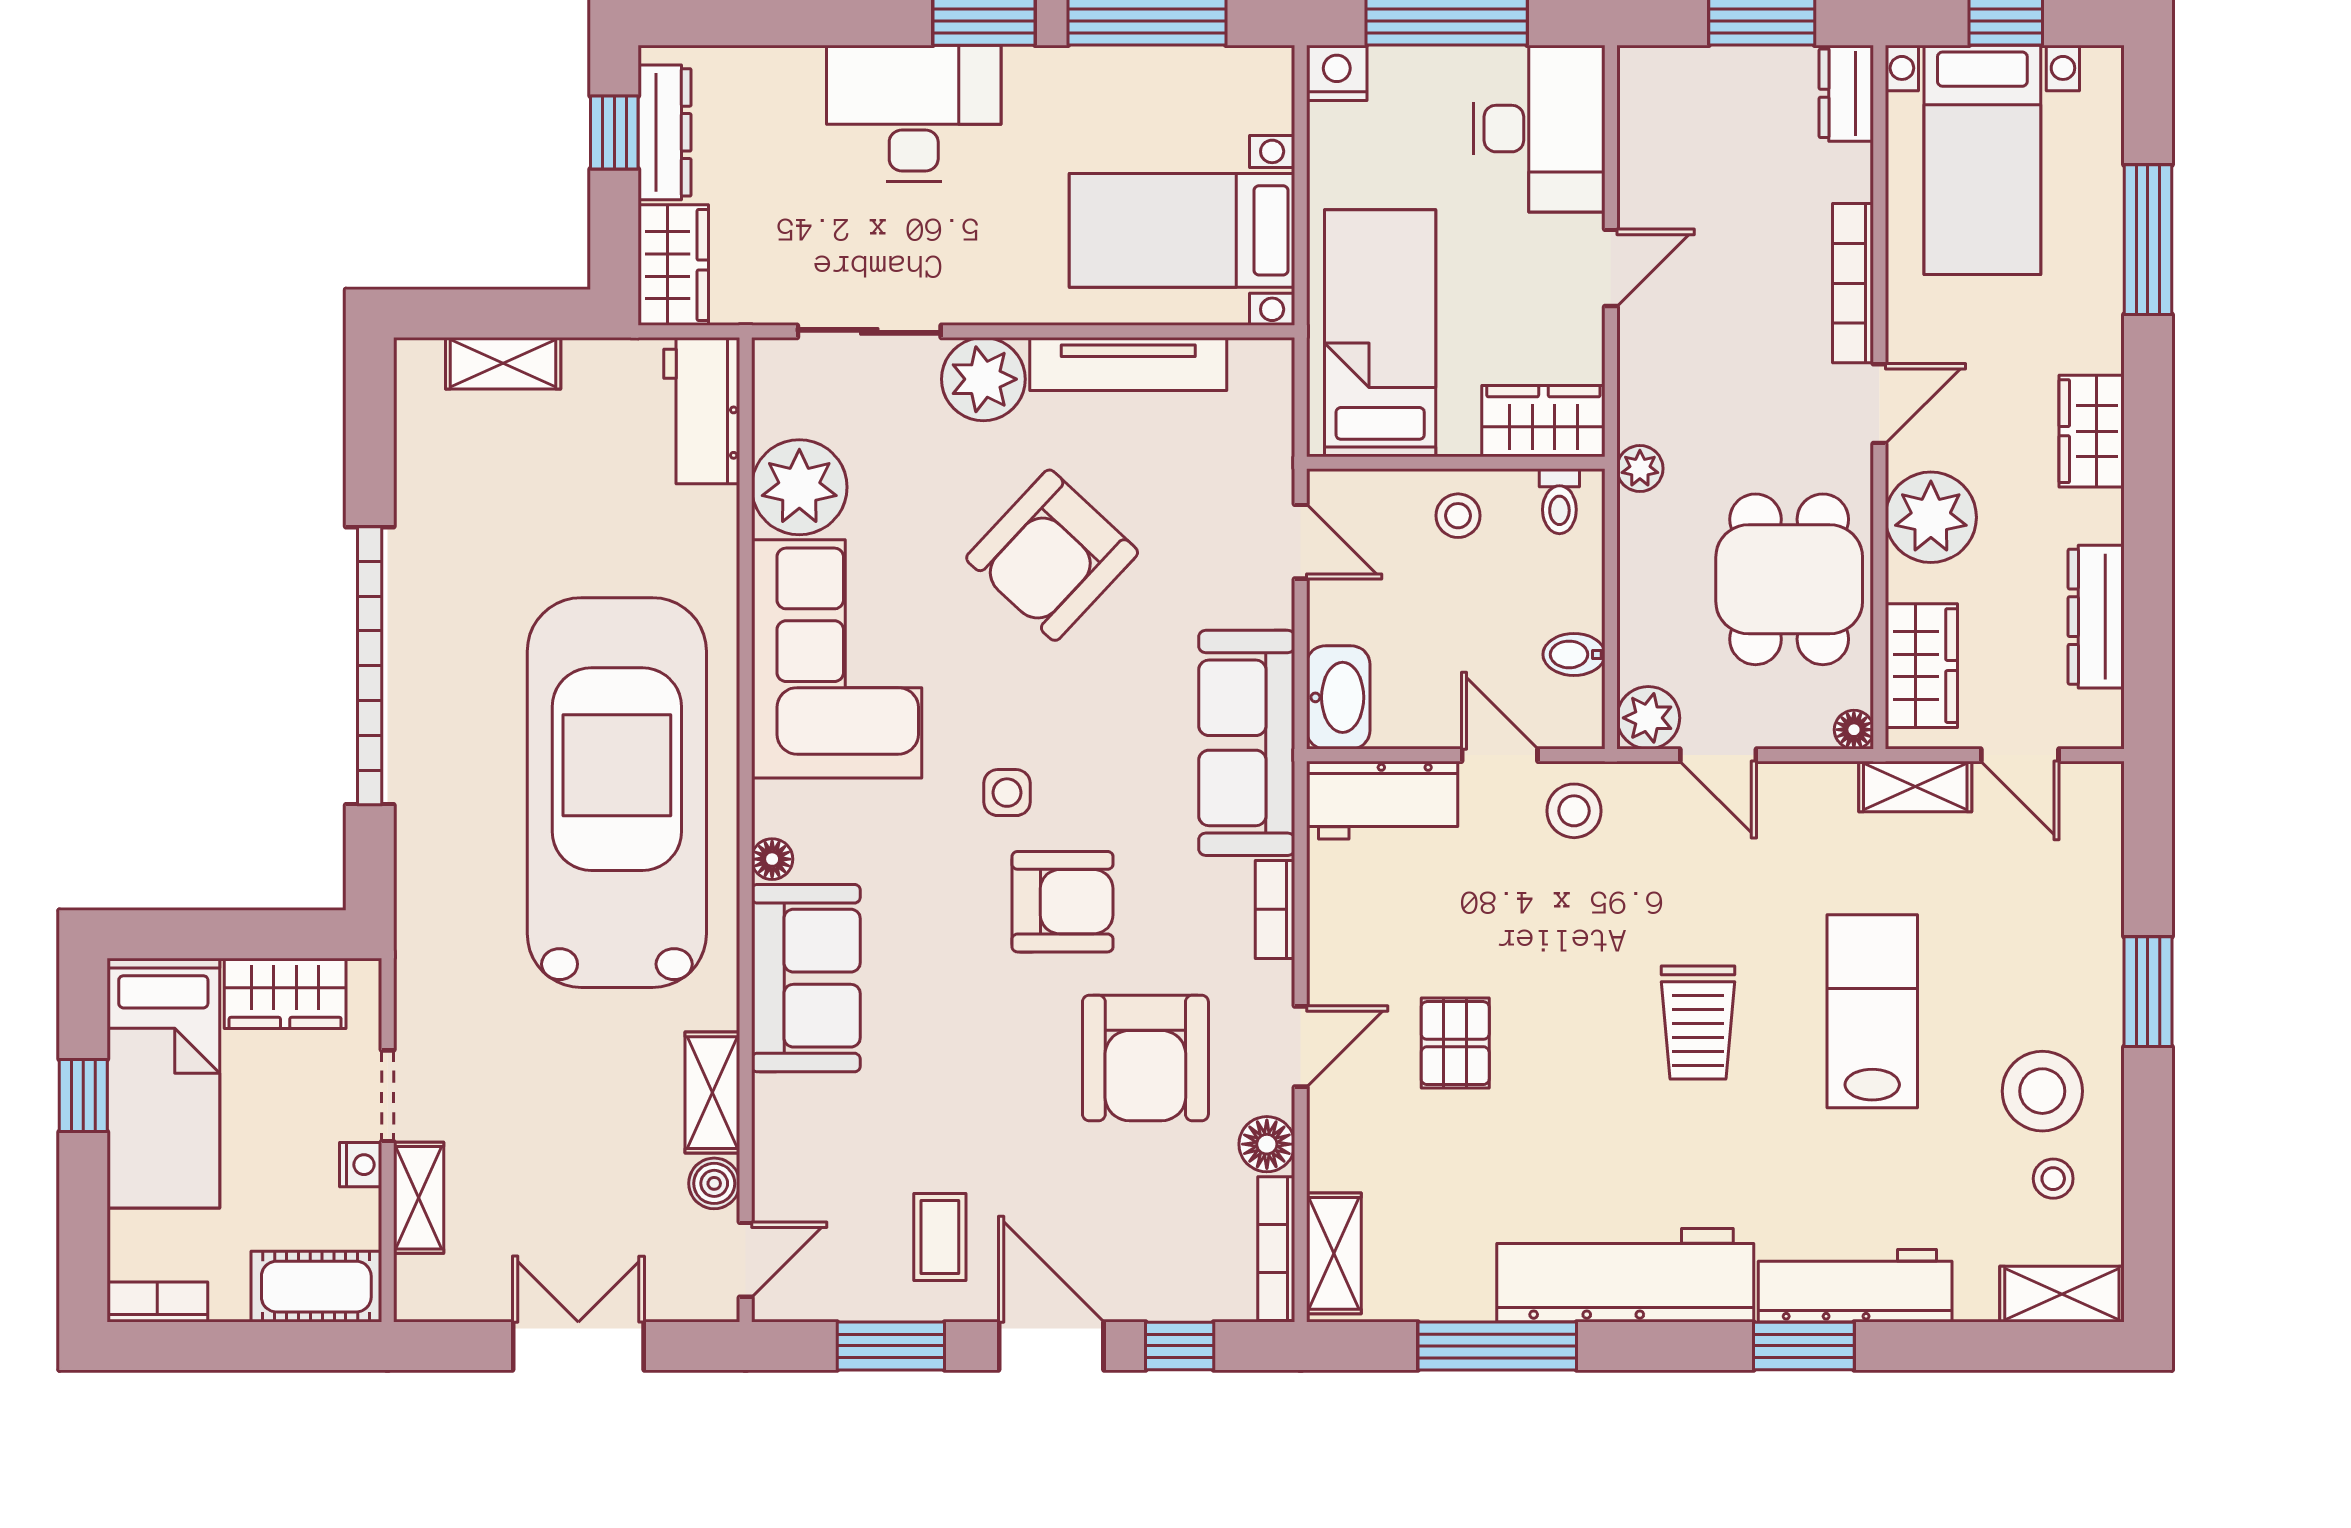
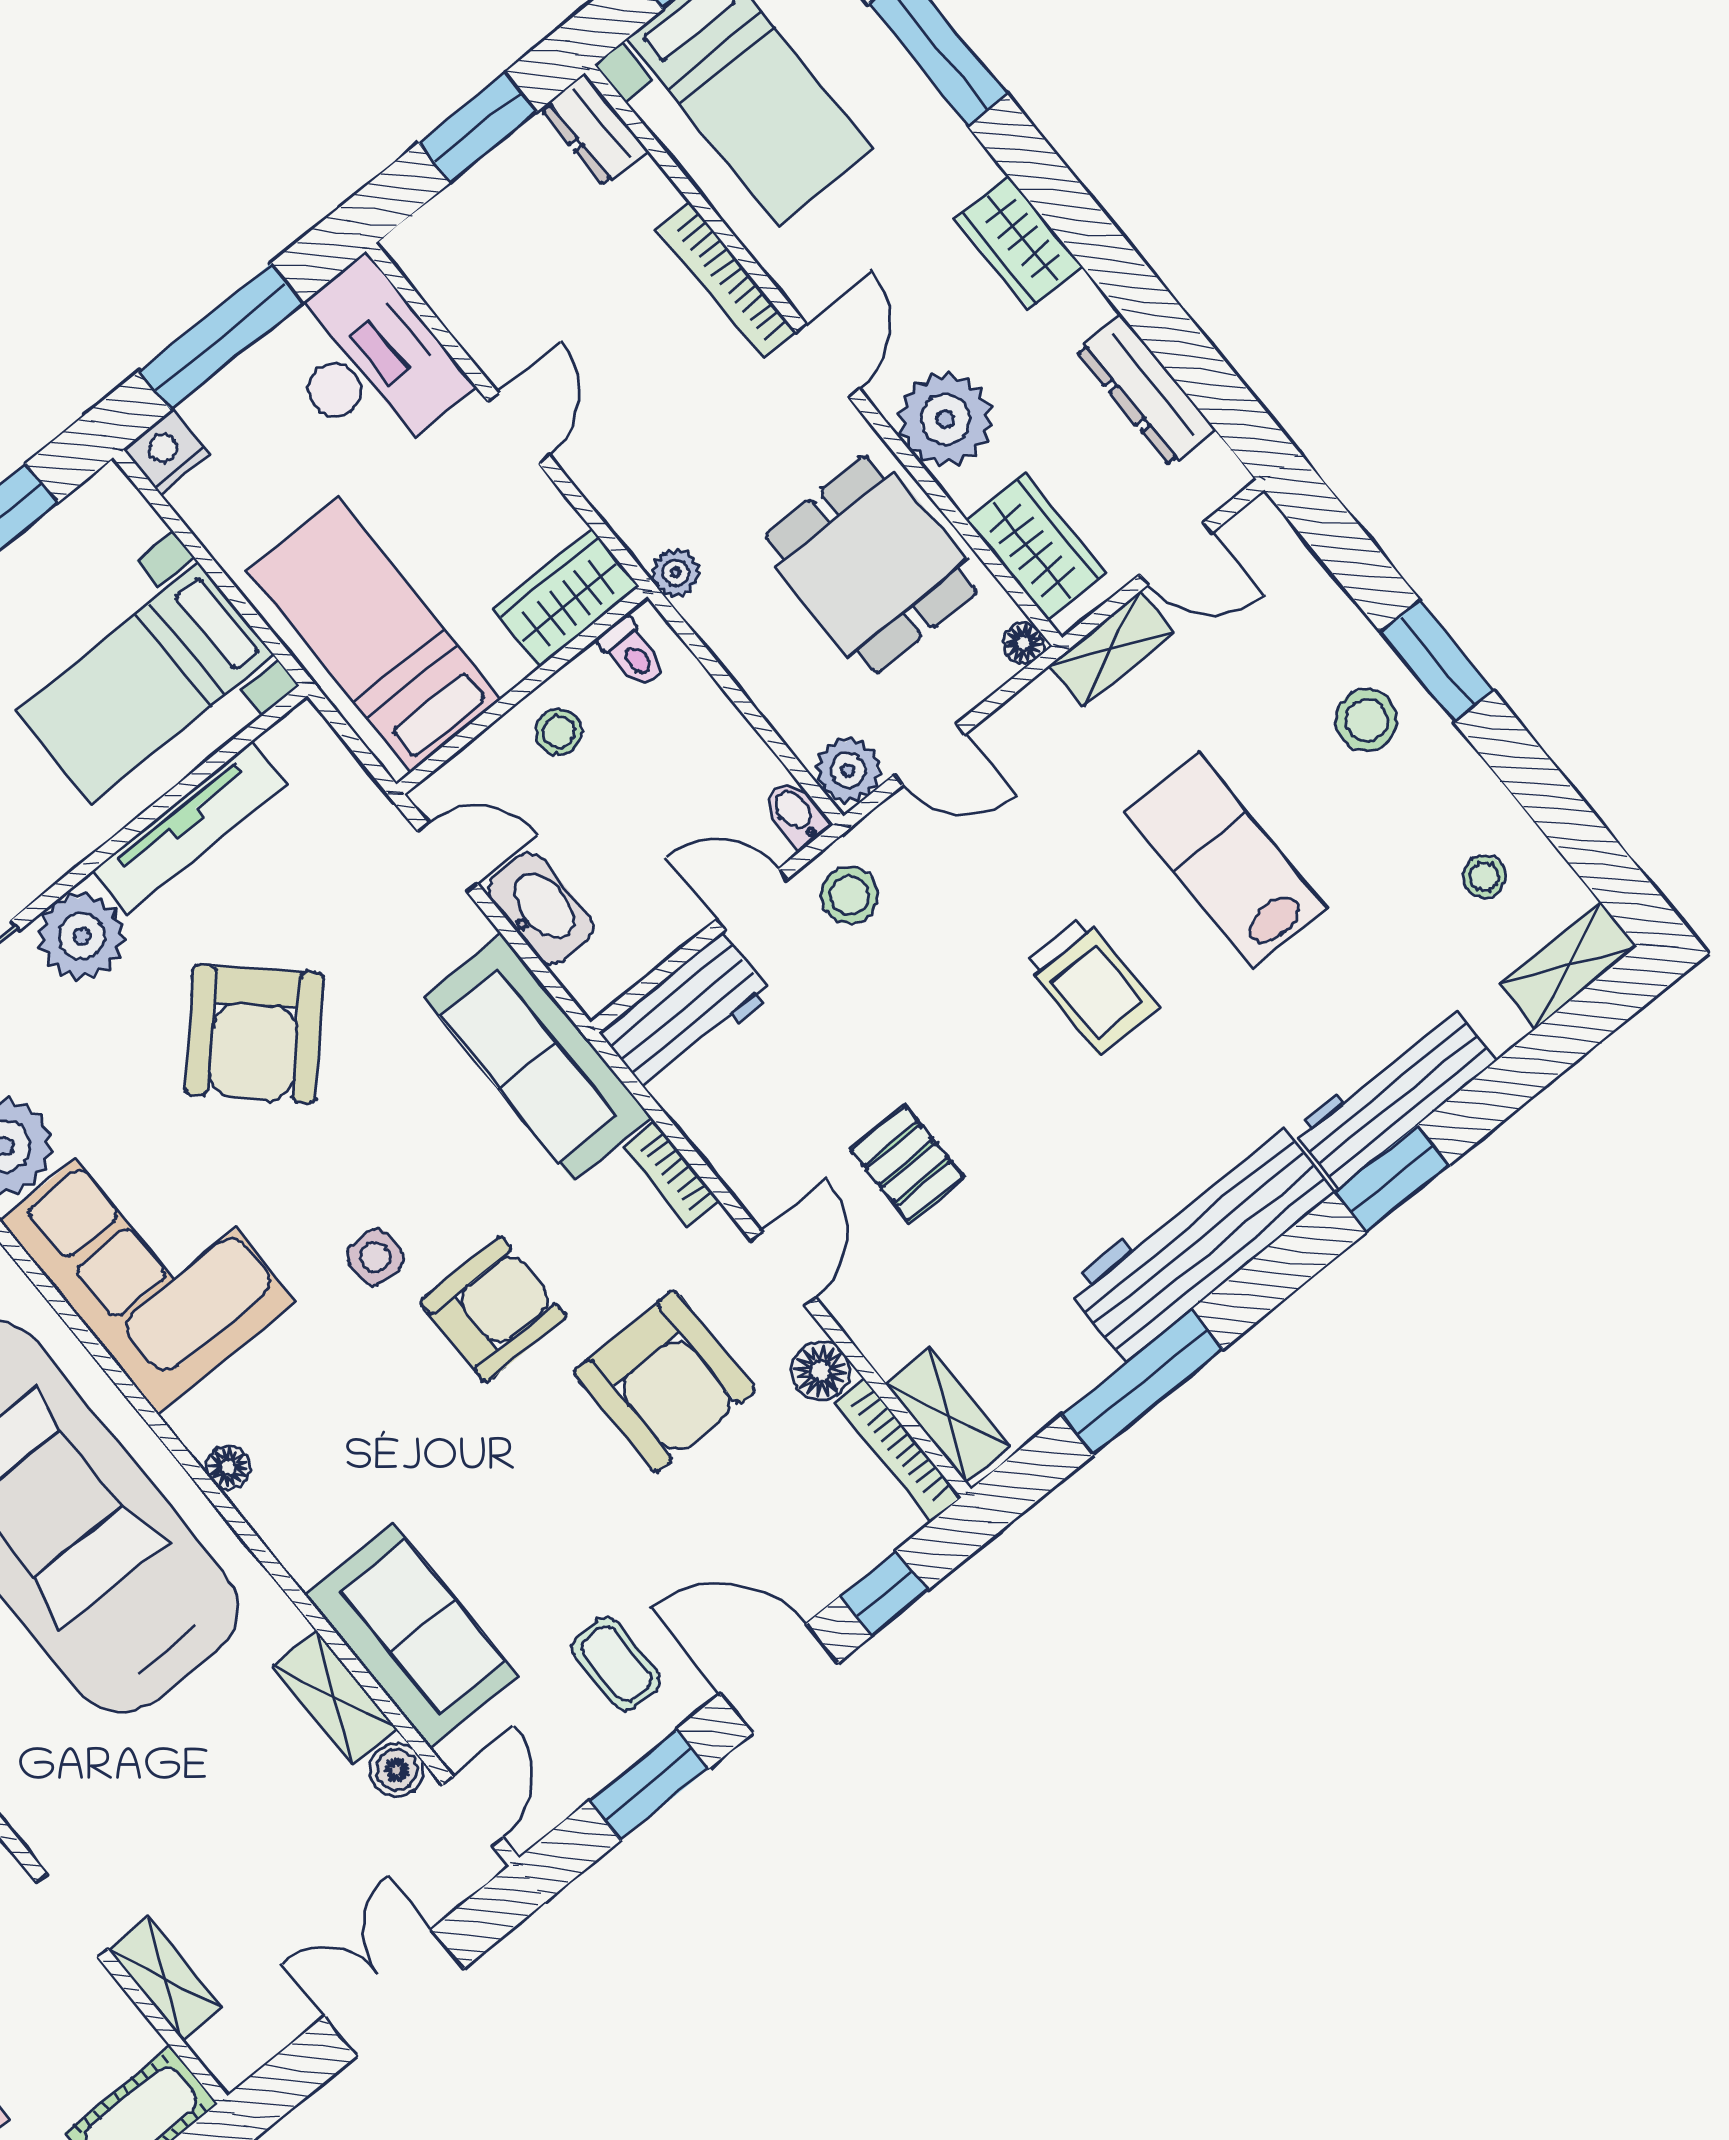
bidet: (1574, 654) -> (796, 813), moved, turned 90
washbasin: (1338, 697) -> (541, 909), moved
sofa: (806, 978) -> (411, 1636), moved
stool: (2042, 1091) -> (1367, 720), moved, width x0.73, depth x0.73
nightstand: (361, 1165) -> (96, 1990), removed

